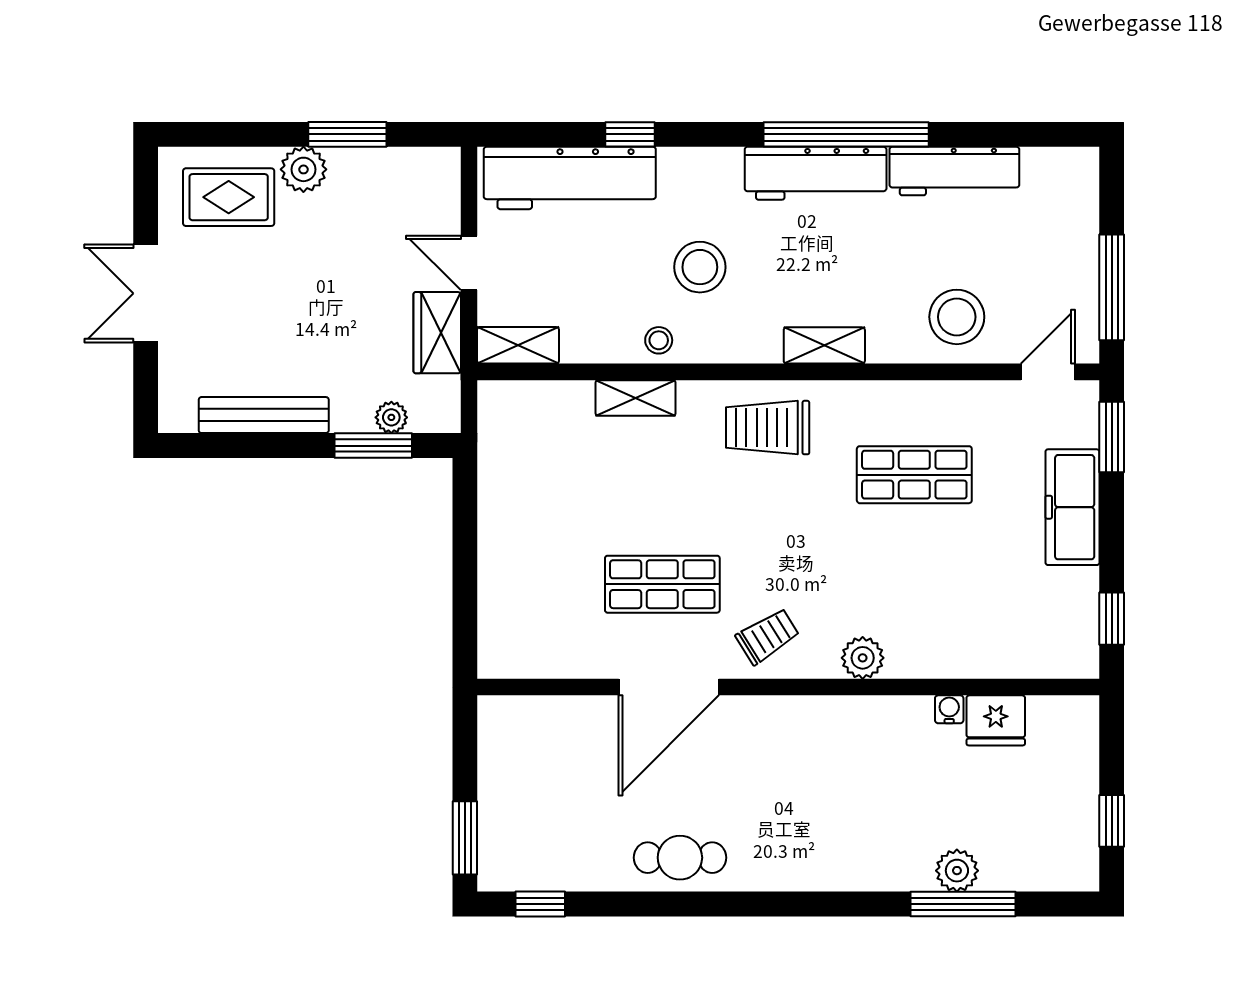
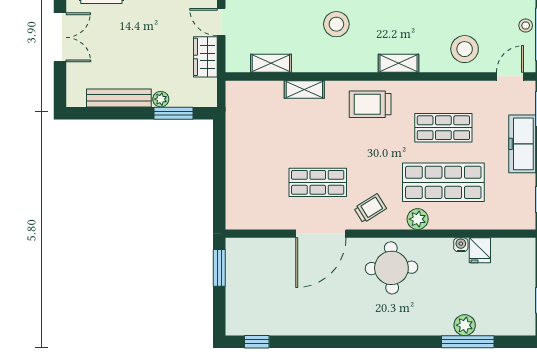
double door: (146, 293) -> (60, 37), swing flipped
stool: (659, 340) -> (526, 25), moved
shelving: (518, 345) -> (271, 63), moved
plant: (391, 417) -> (161, 99), moved
shop shelf: (914, 584) -> (443, 182), added
fridge: (996, 720) -> (480, 250), width x0.72
round table: (810, 756) -> (391, 268), added
window: (465, 838) -> (219, 268), moved
cafe table: (680, 858) -> (326, 319), removed

